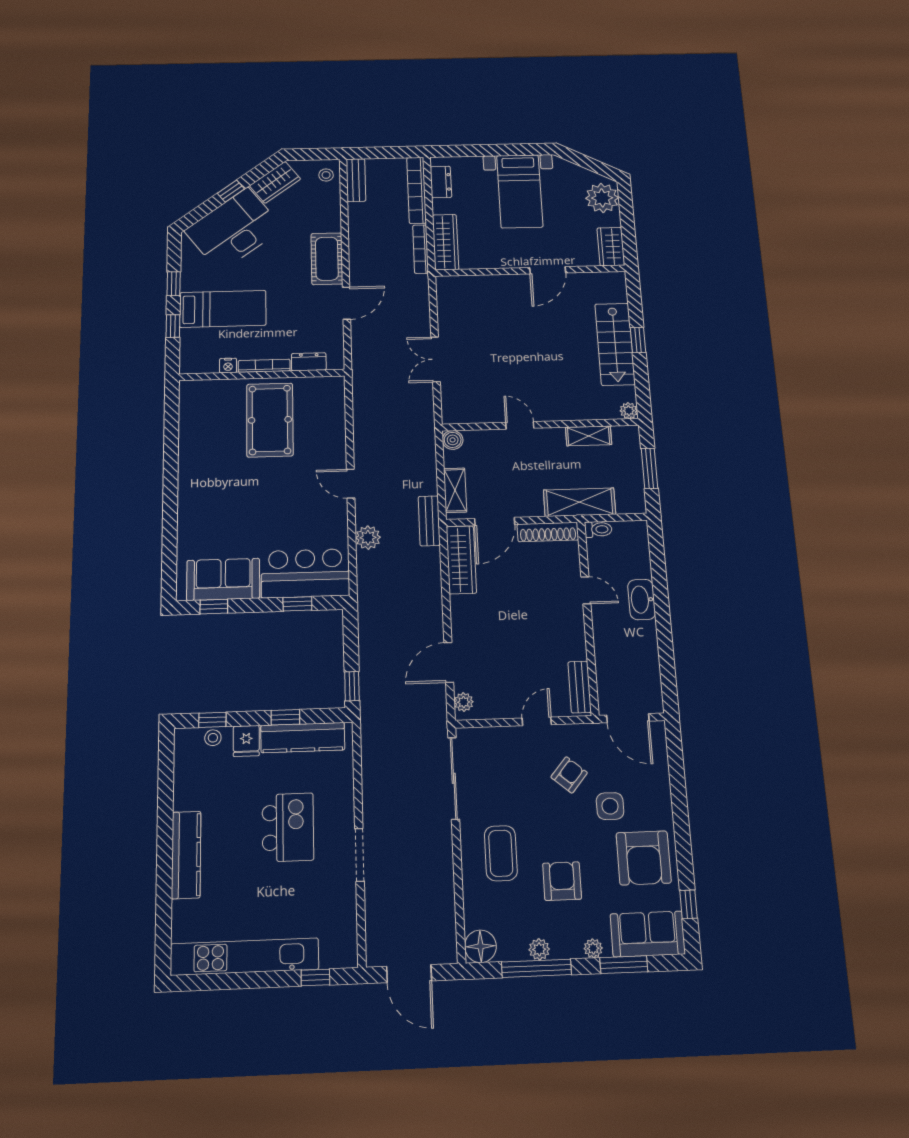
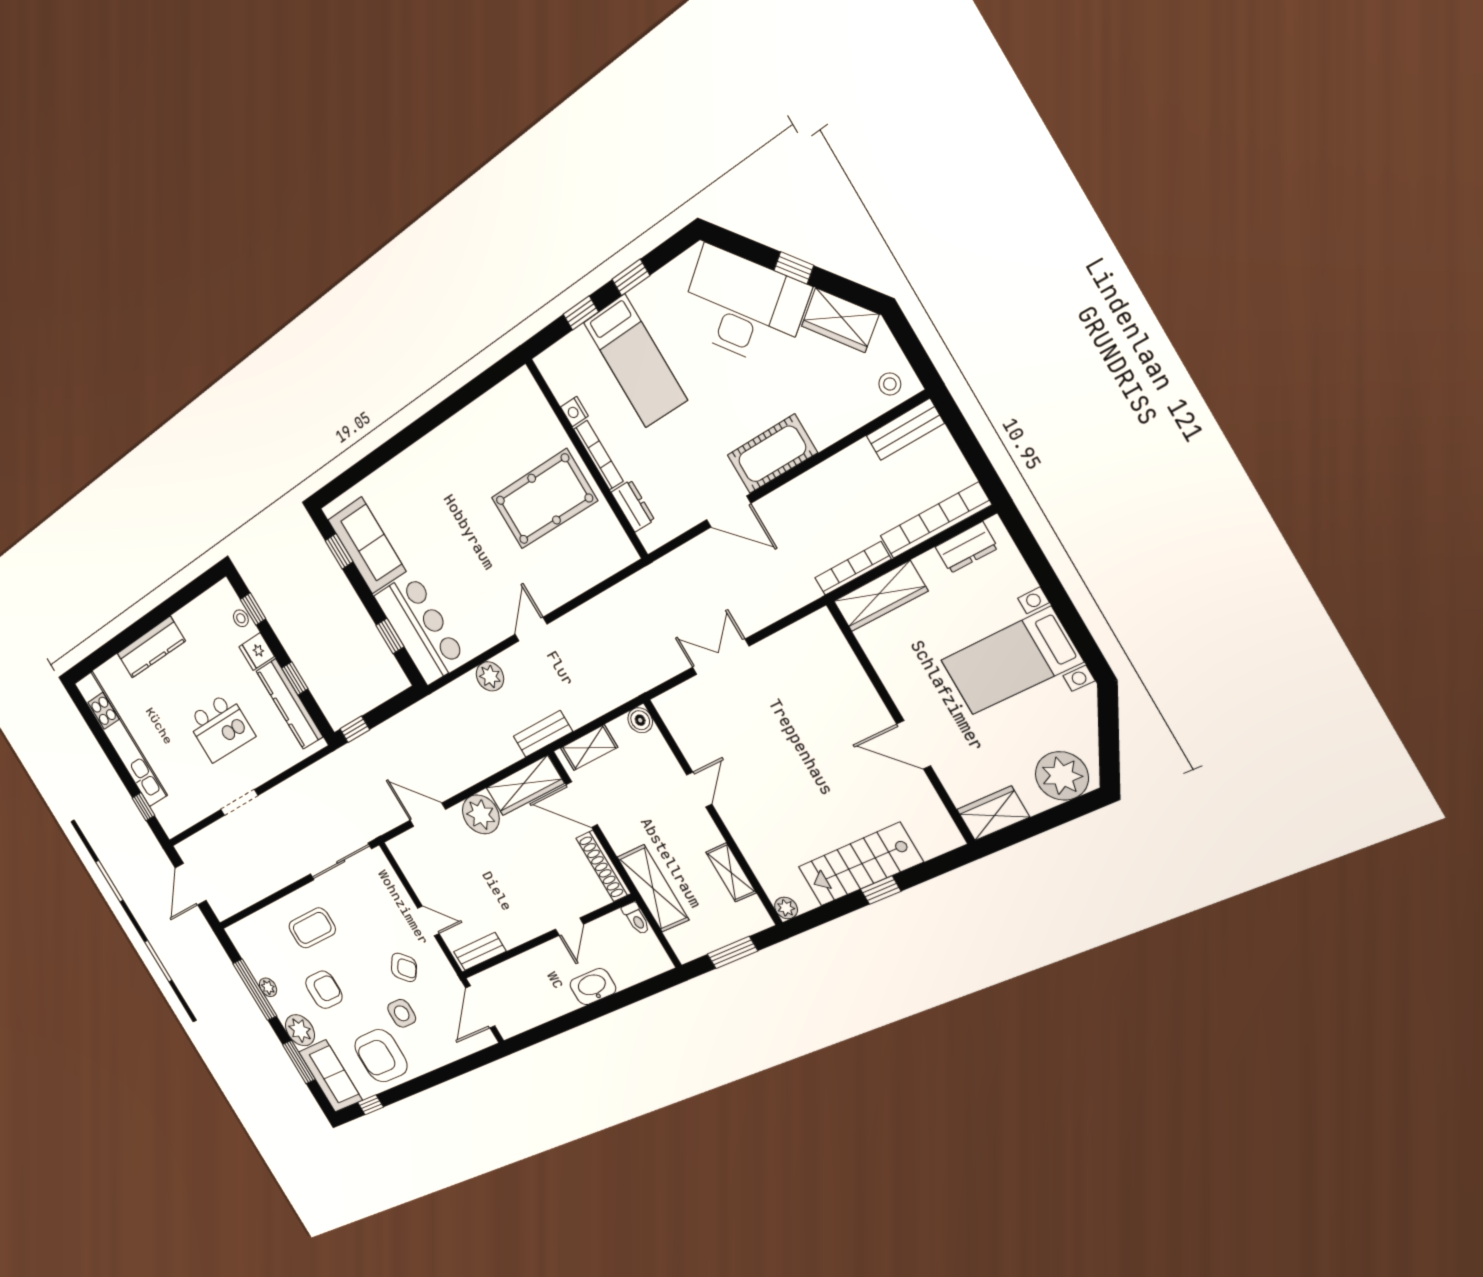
plant: (464, 702) -> (481, 814), moved, width x1.87, depth x1.87
floor lamp: (481, 946) -> (241, 937), removed
plant: (593, 948) -> (300, 1030), width x1.87, depth x1.87

